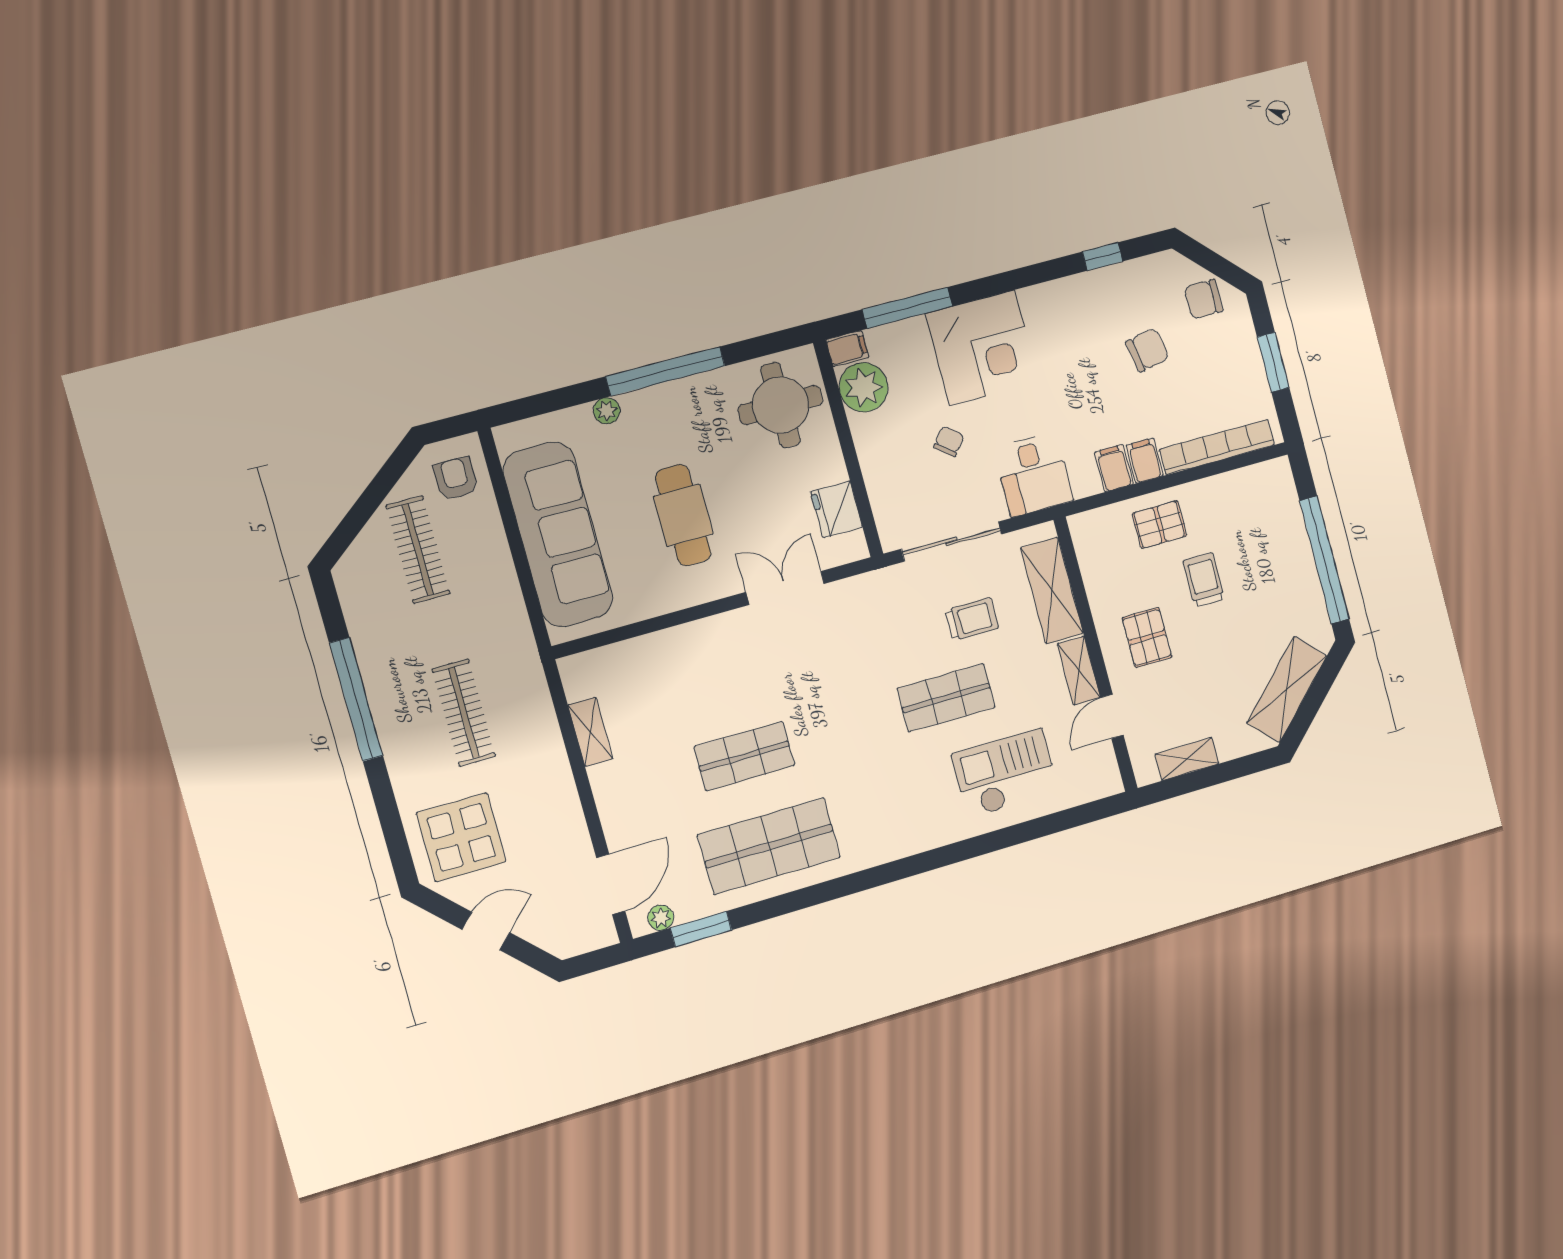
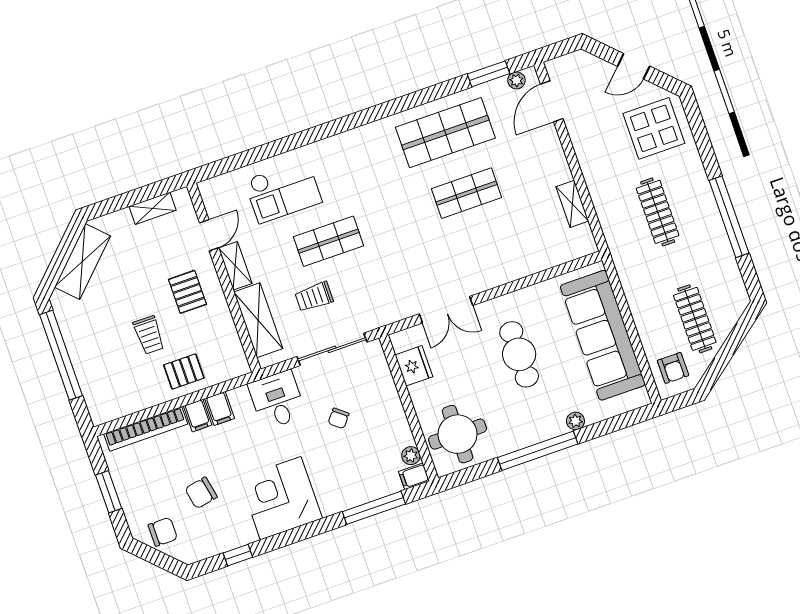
corner desk: (982, 348) -> (281, 498), moved
plant: (864, 387) -> (411, 456), width x0.53, depth x0.53

